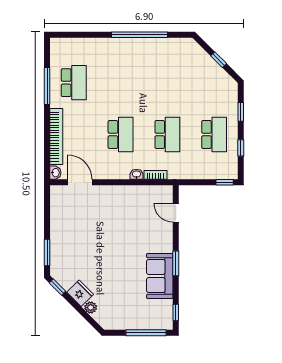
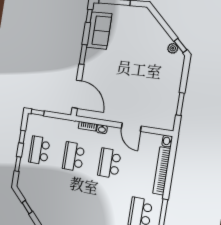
door: (80, 182) -> (131, 127), moved
door: (176, 213) -> (77, 94), width x1.87
window: (47, 252) -> (180, 104), moved
sofa: (160, 276) -> (99, 31), moved
fridge: (80, 293) -> (162, 38), removed
plant: (91, 308) -> (173, 48), moved

